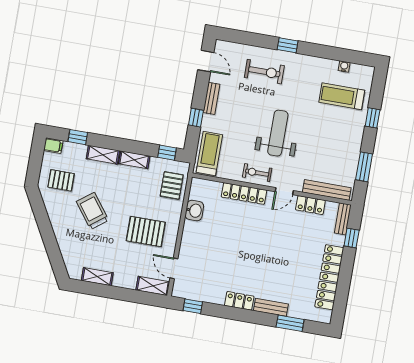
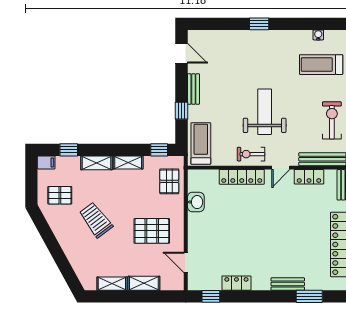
exercise bike: (264, 72) -> (332, 120), moved, turned -90
shelving: (153, 286) -> (144, 283), moved
locker: (239, 301) -> (236, 283), moved

